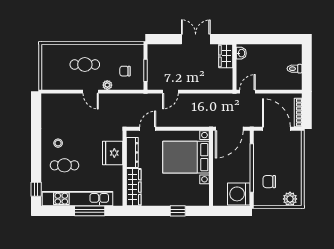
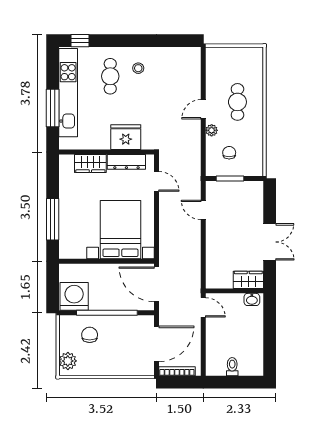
wardrobe: (134, 187) -> (90, 164), width x0.67
window: (178, 211) -> (53, 219), width x2.17

